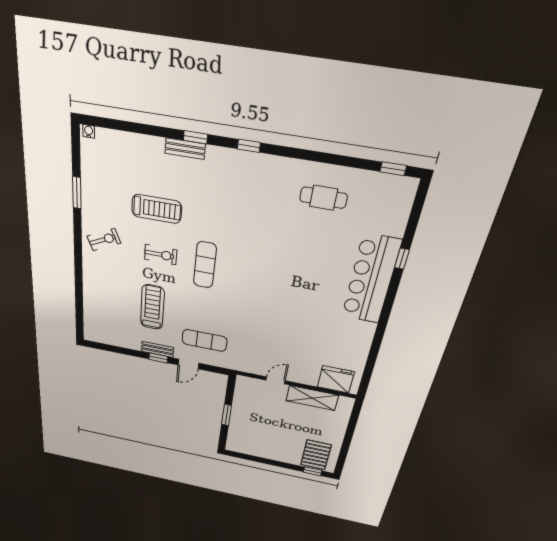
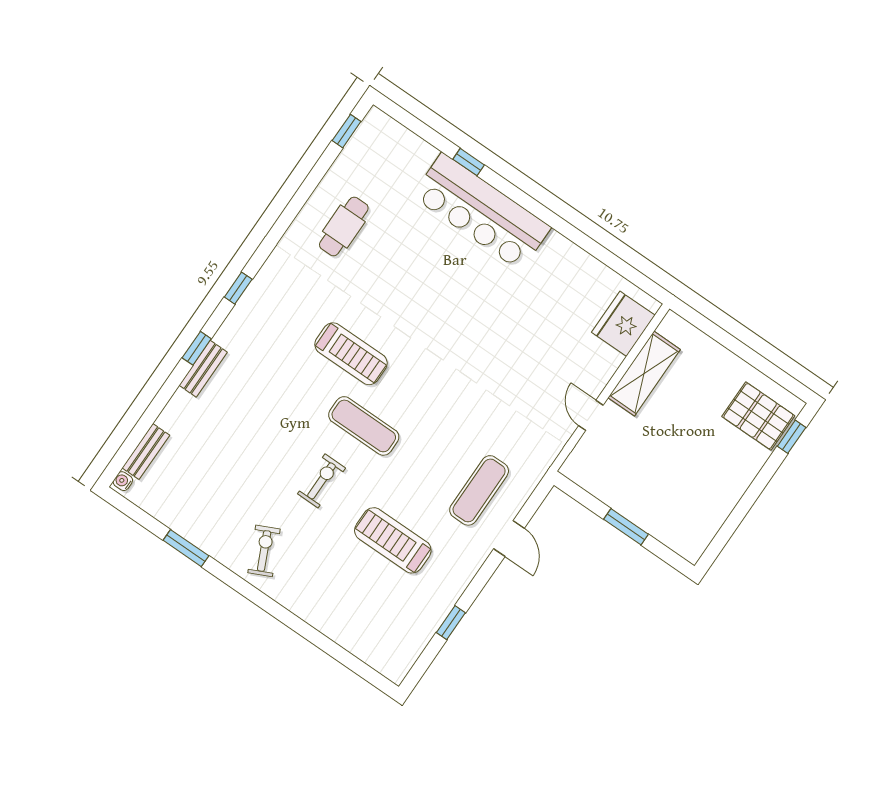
treadmill: (157, 209) -> (351, 354), moved, turned 90
bench: (158, 349) -> (146, 452), moved
window: (158, 358) -> (451, 623), moved

